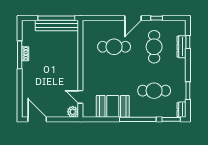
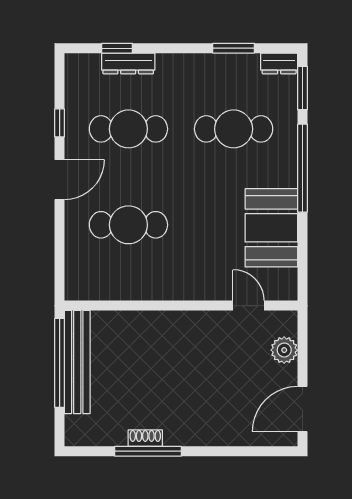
door: (133, 18) -> (60, 180), hinge flipped
cafe table: (114, 47) -> (128, 225), turned 90
cafe table: (154, 91) -> (234, 129), turned 90
door: (80, 97) -> (249, 306), swing flipped
plant: (73, 112) -> (284, 350), moved

